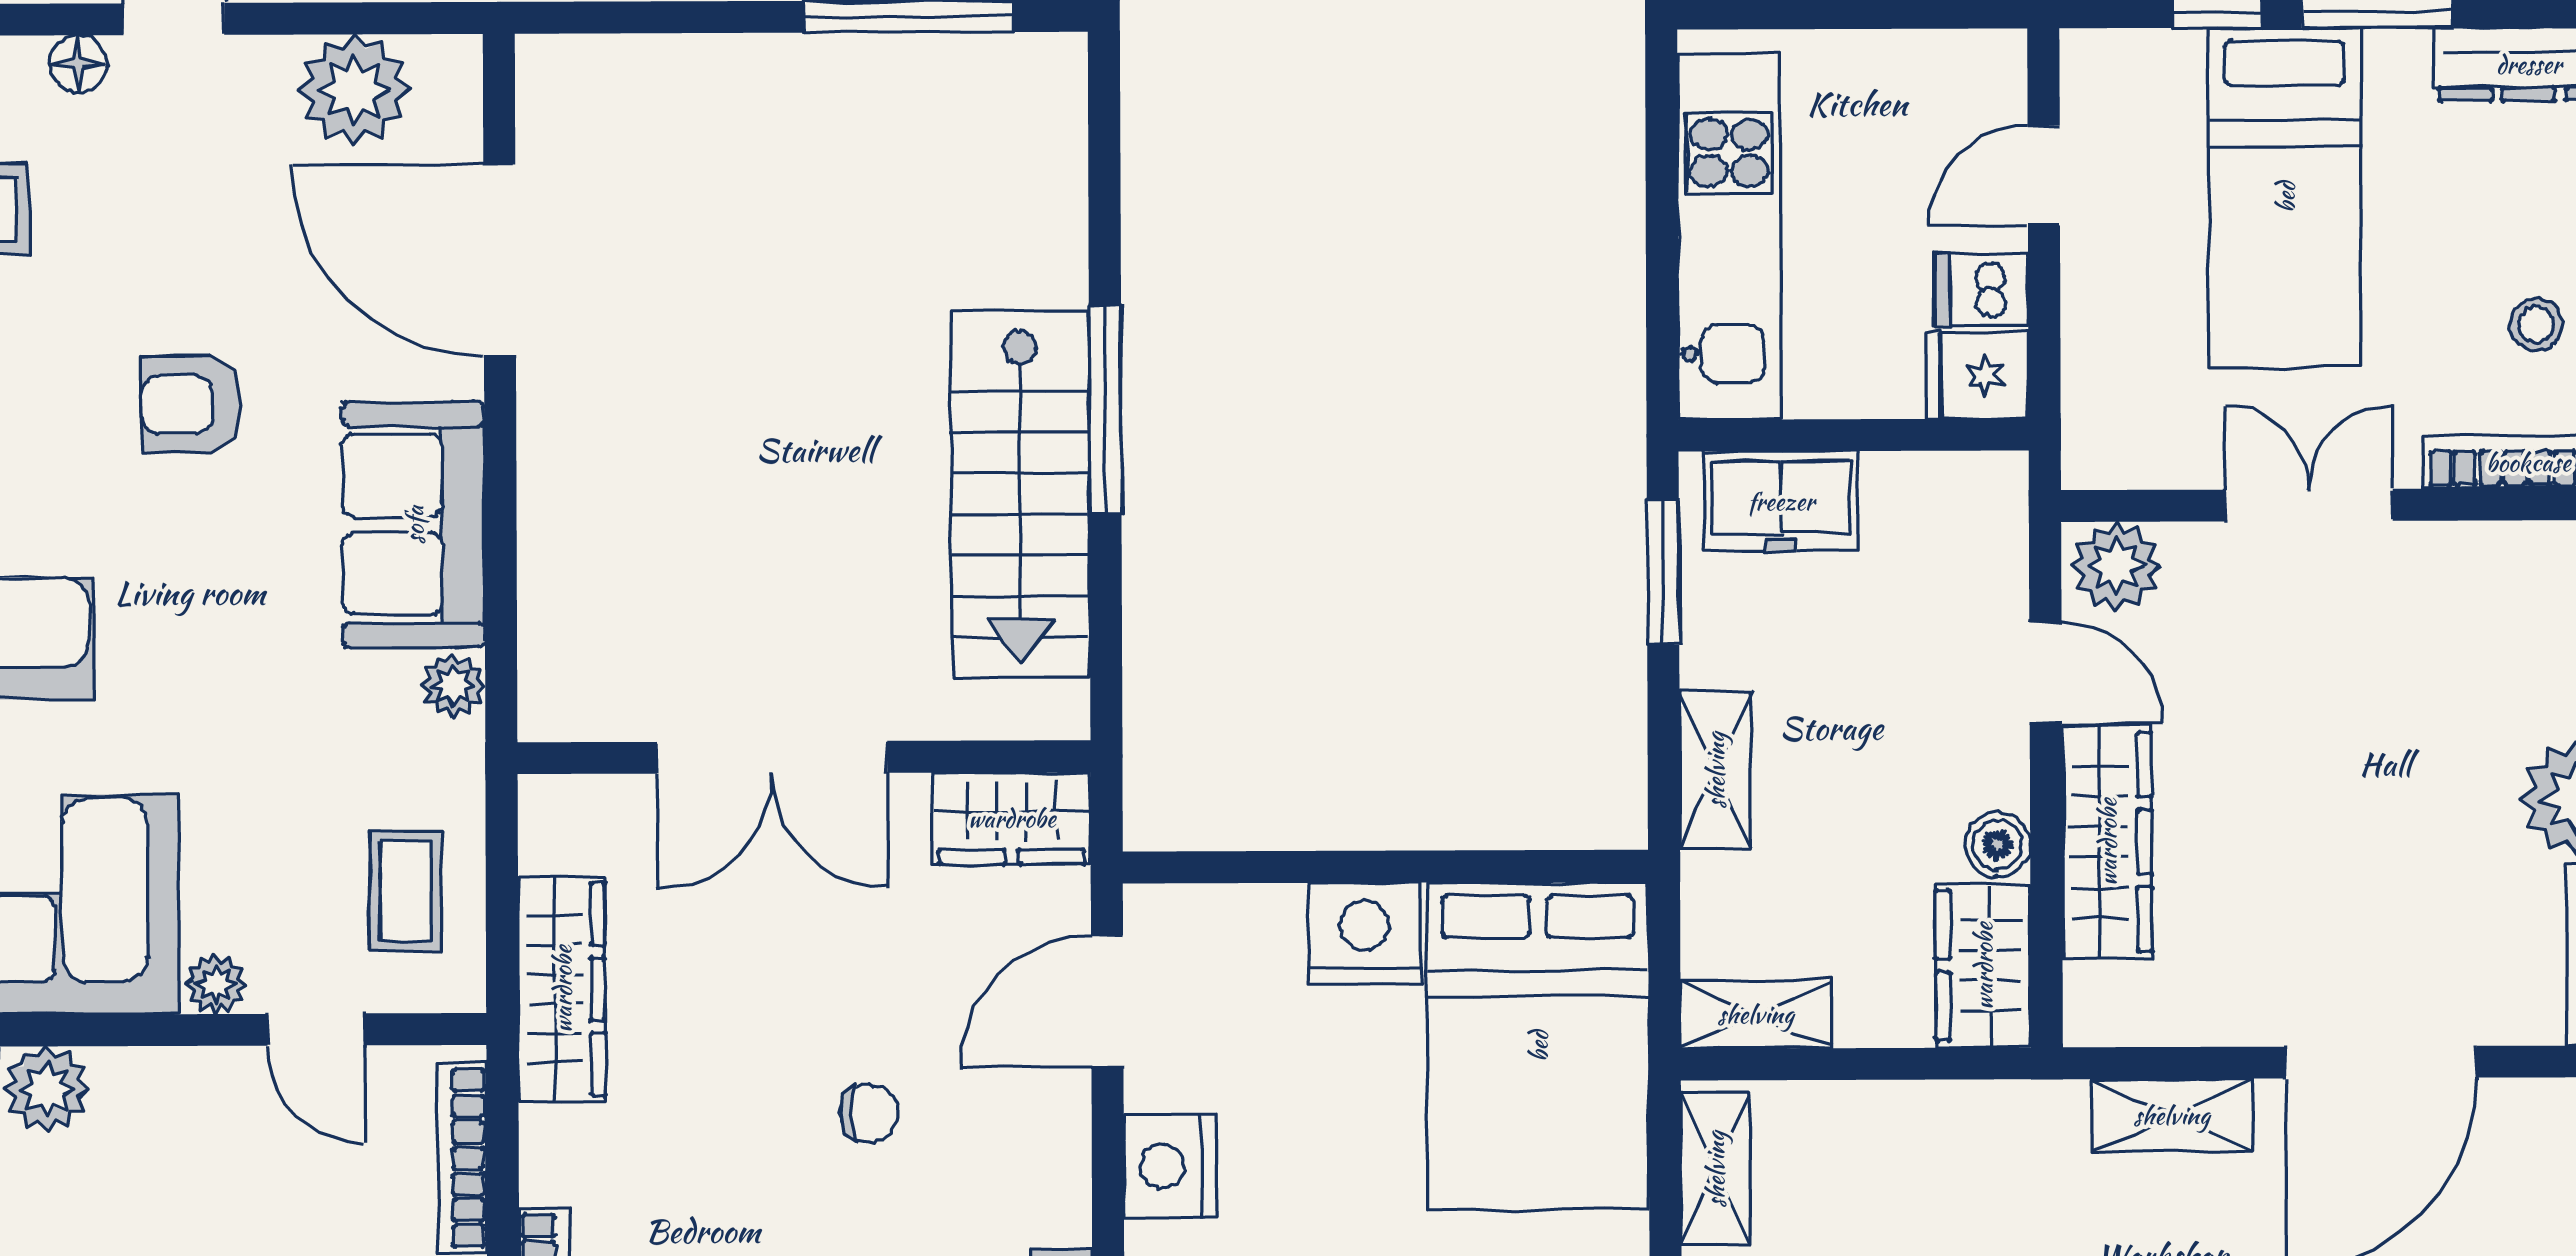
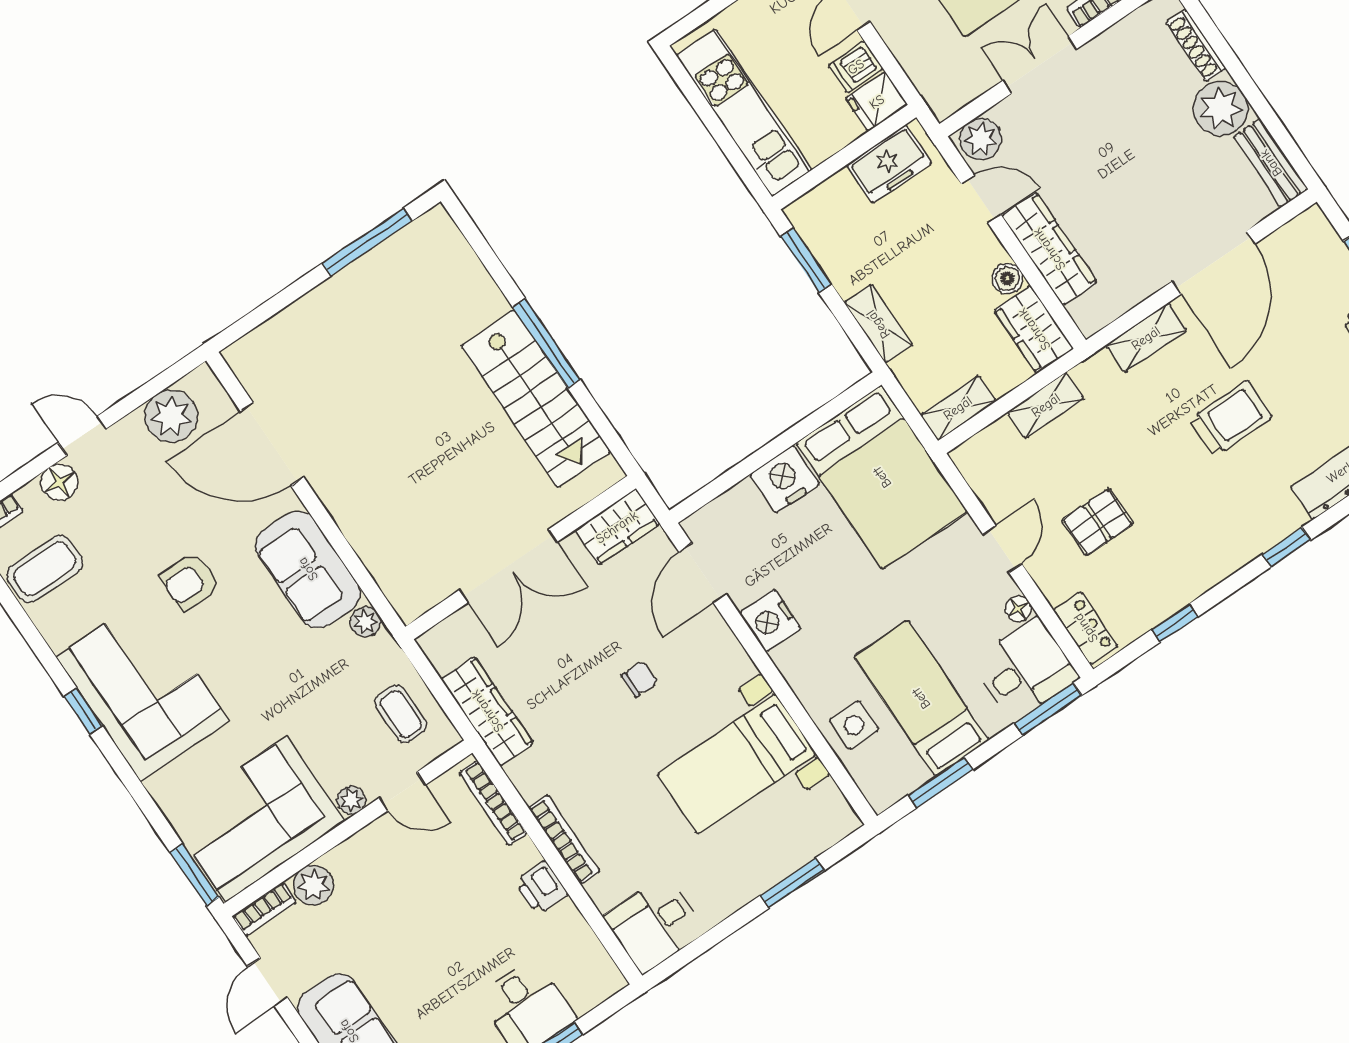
floor lamp: (78, 64) -> (59, 482), width x1.37, depth x1.37
freezer: (1781, 501) -> (889, 164), moved
shelving: (1715, 1169) -> (1046, 405), moved, turned 90

